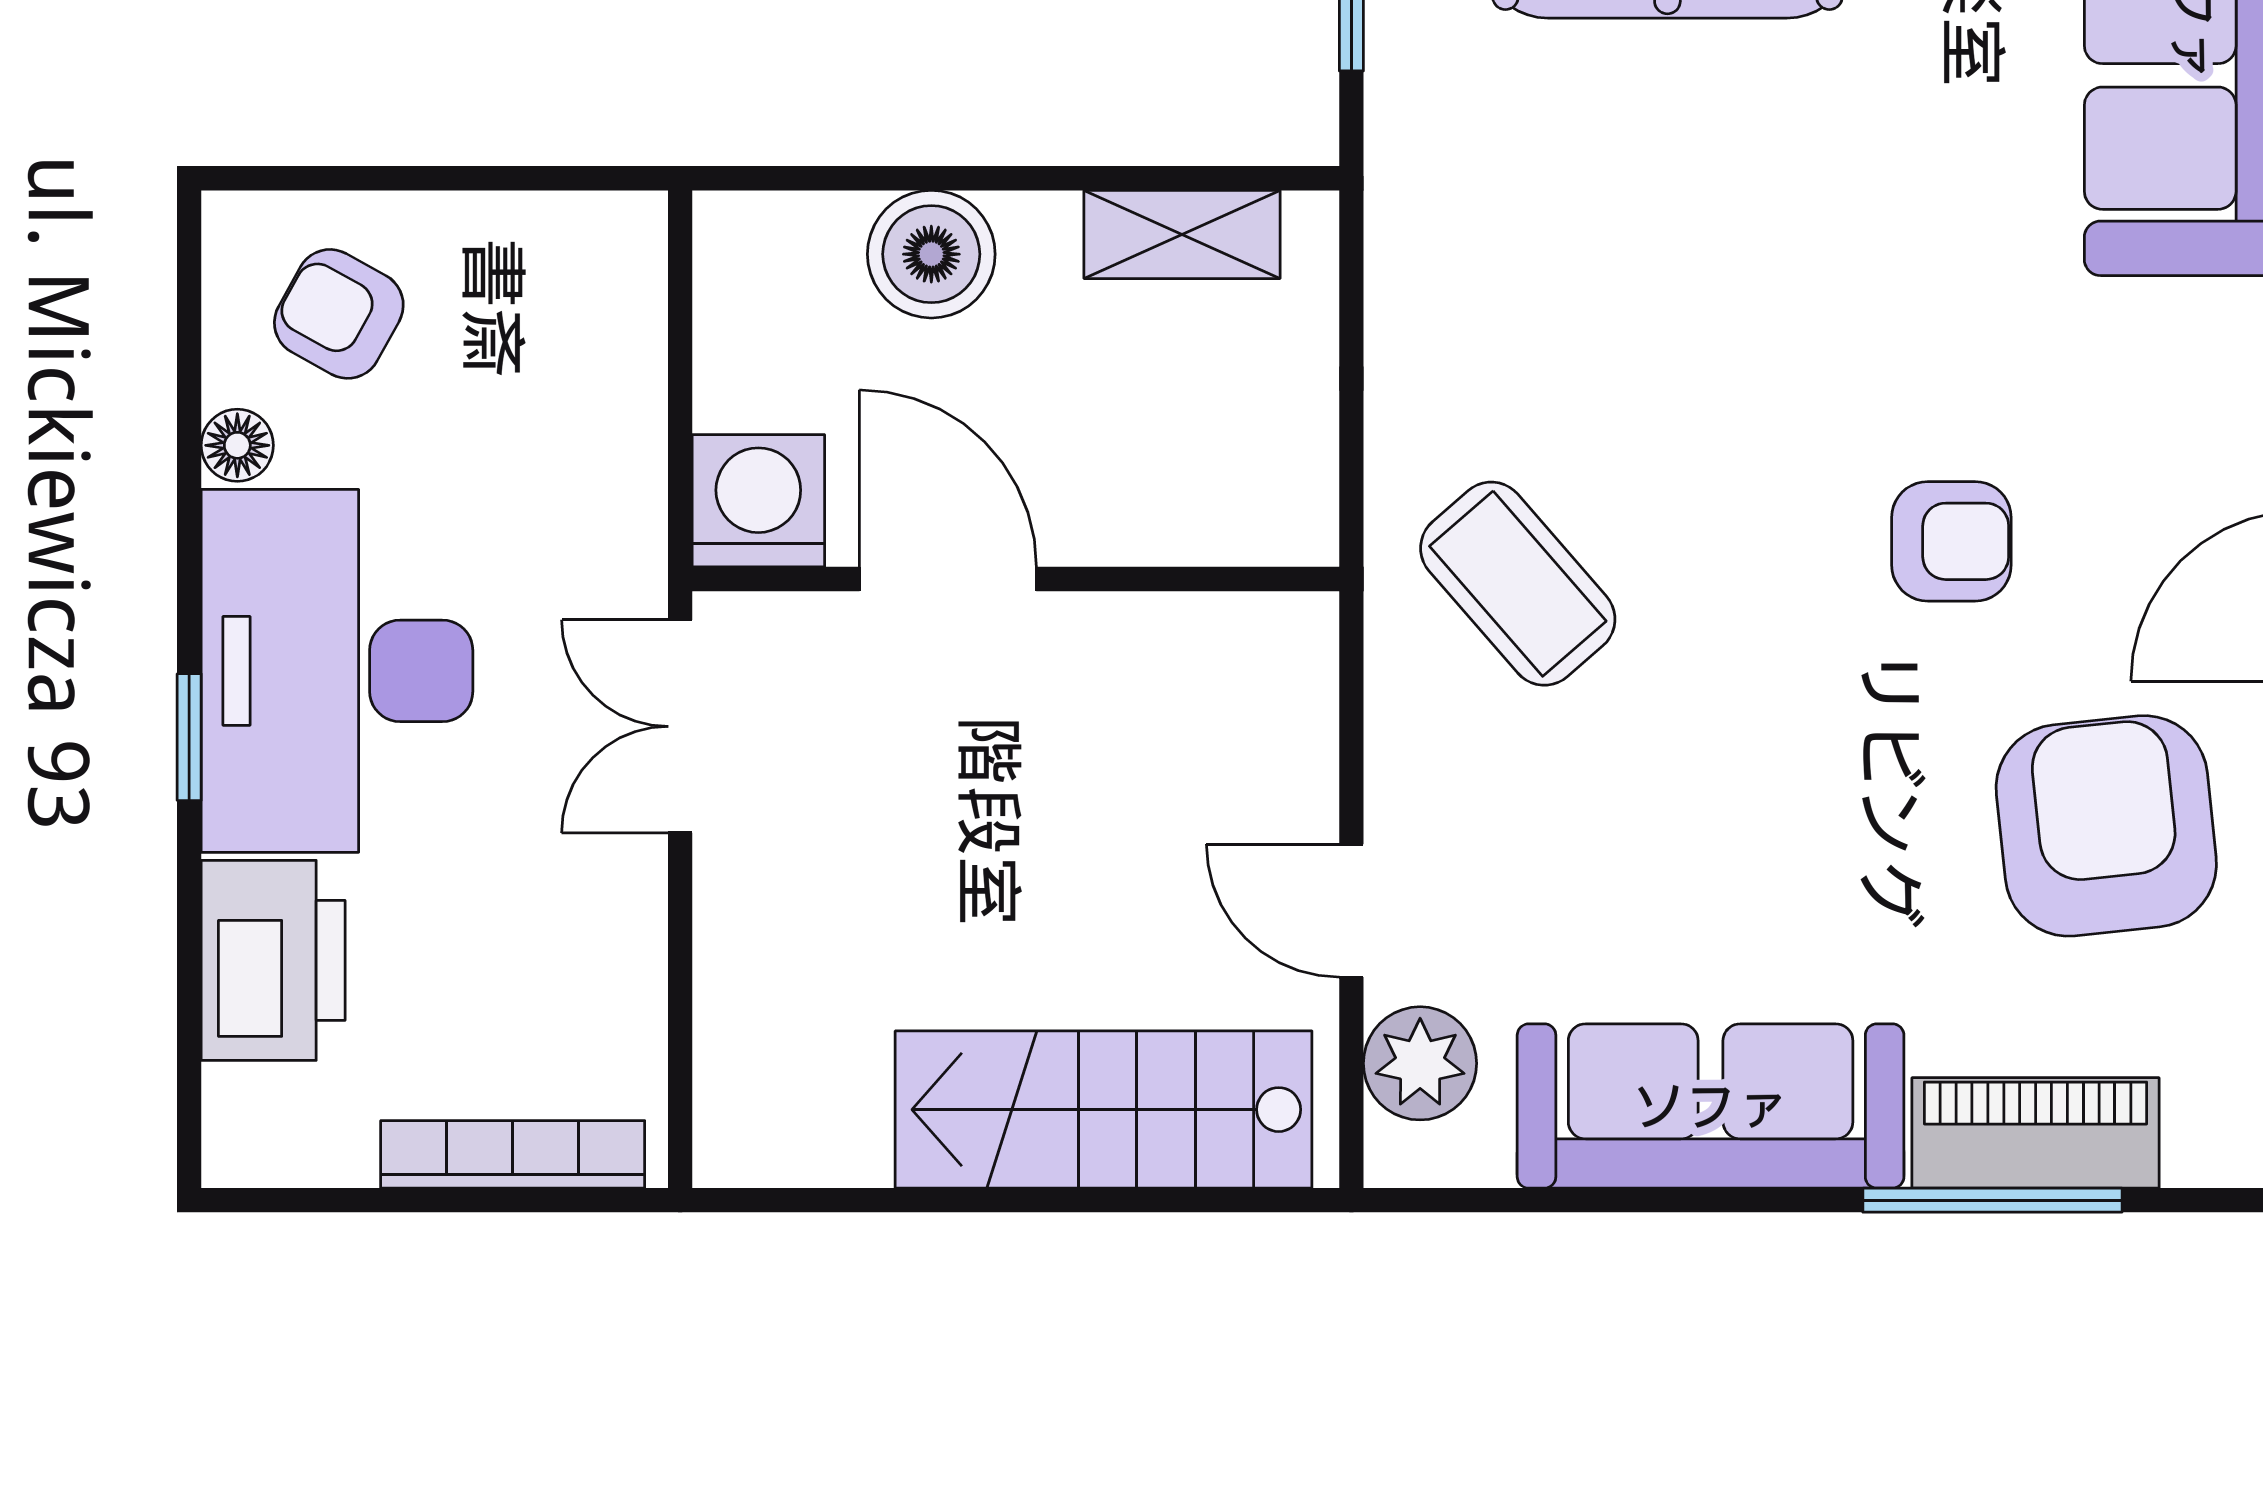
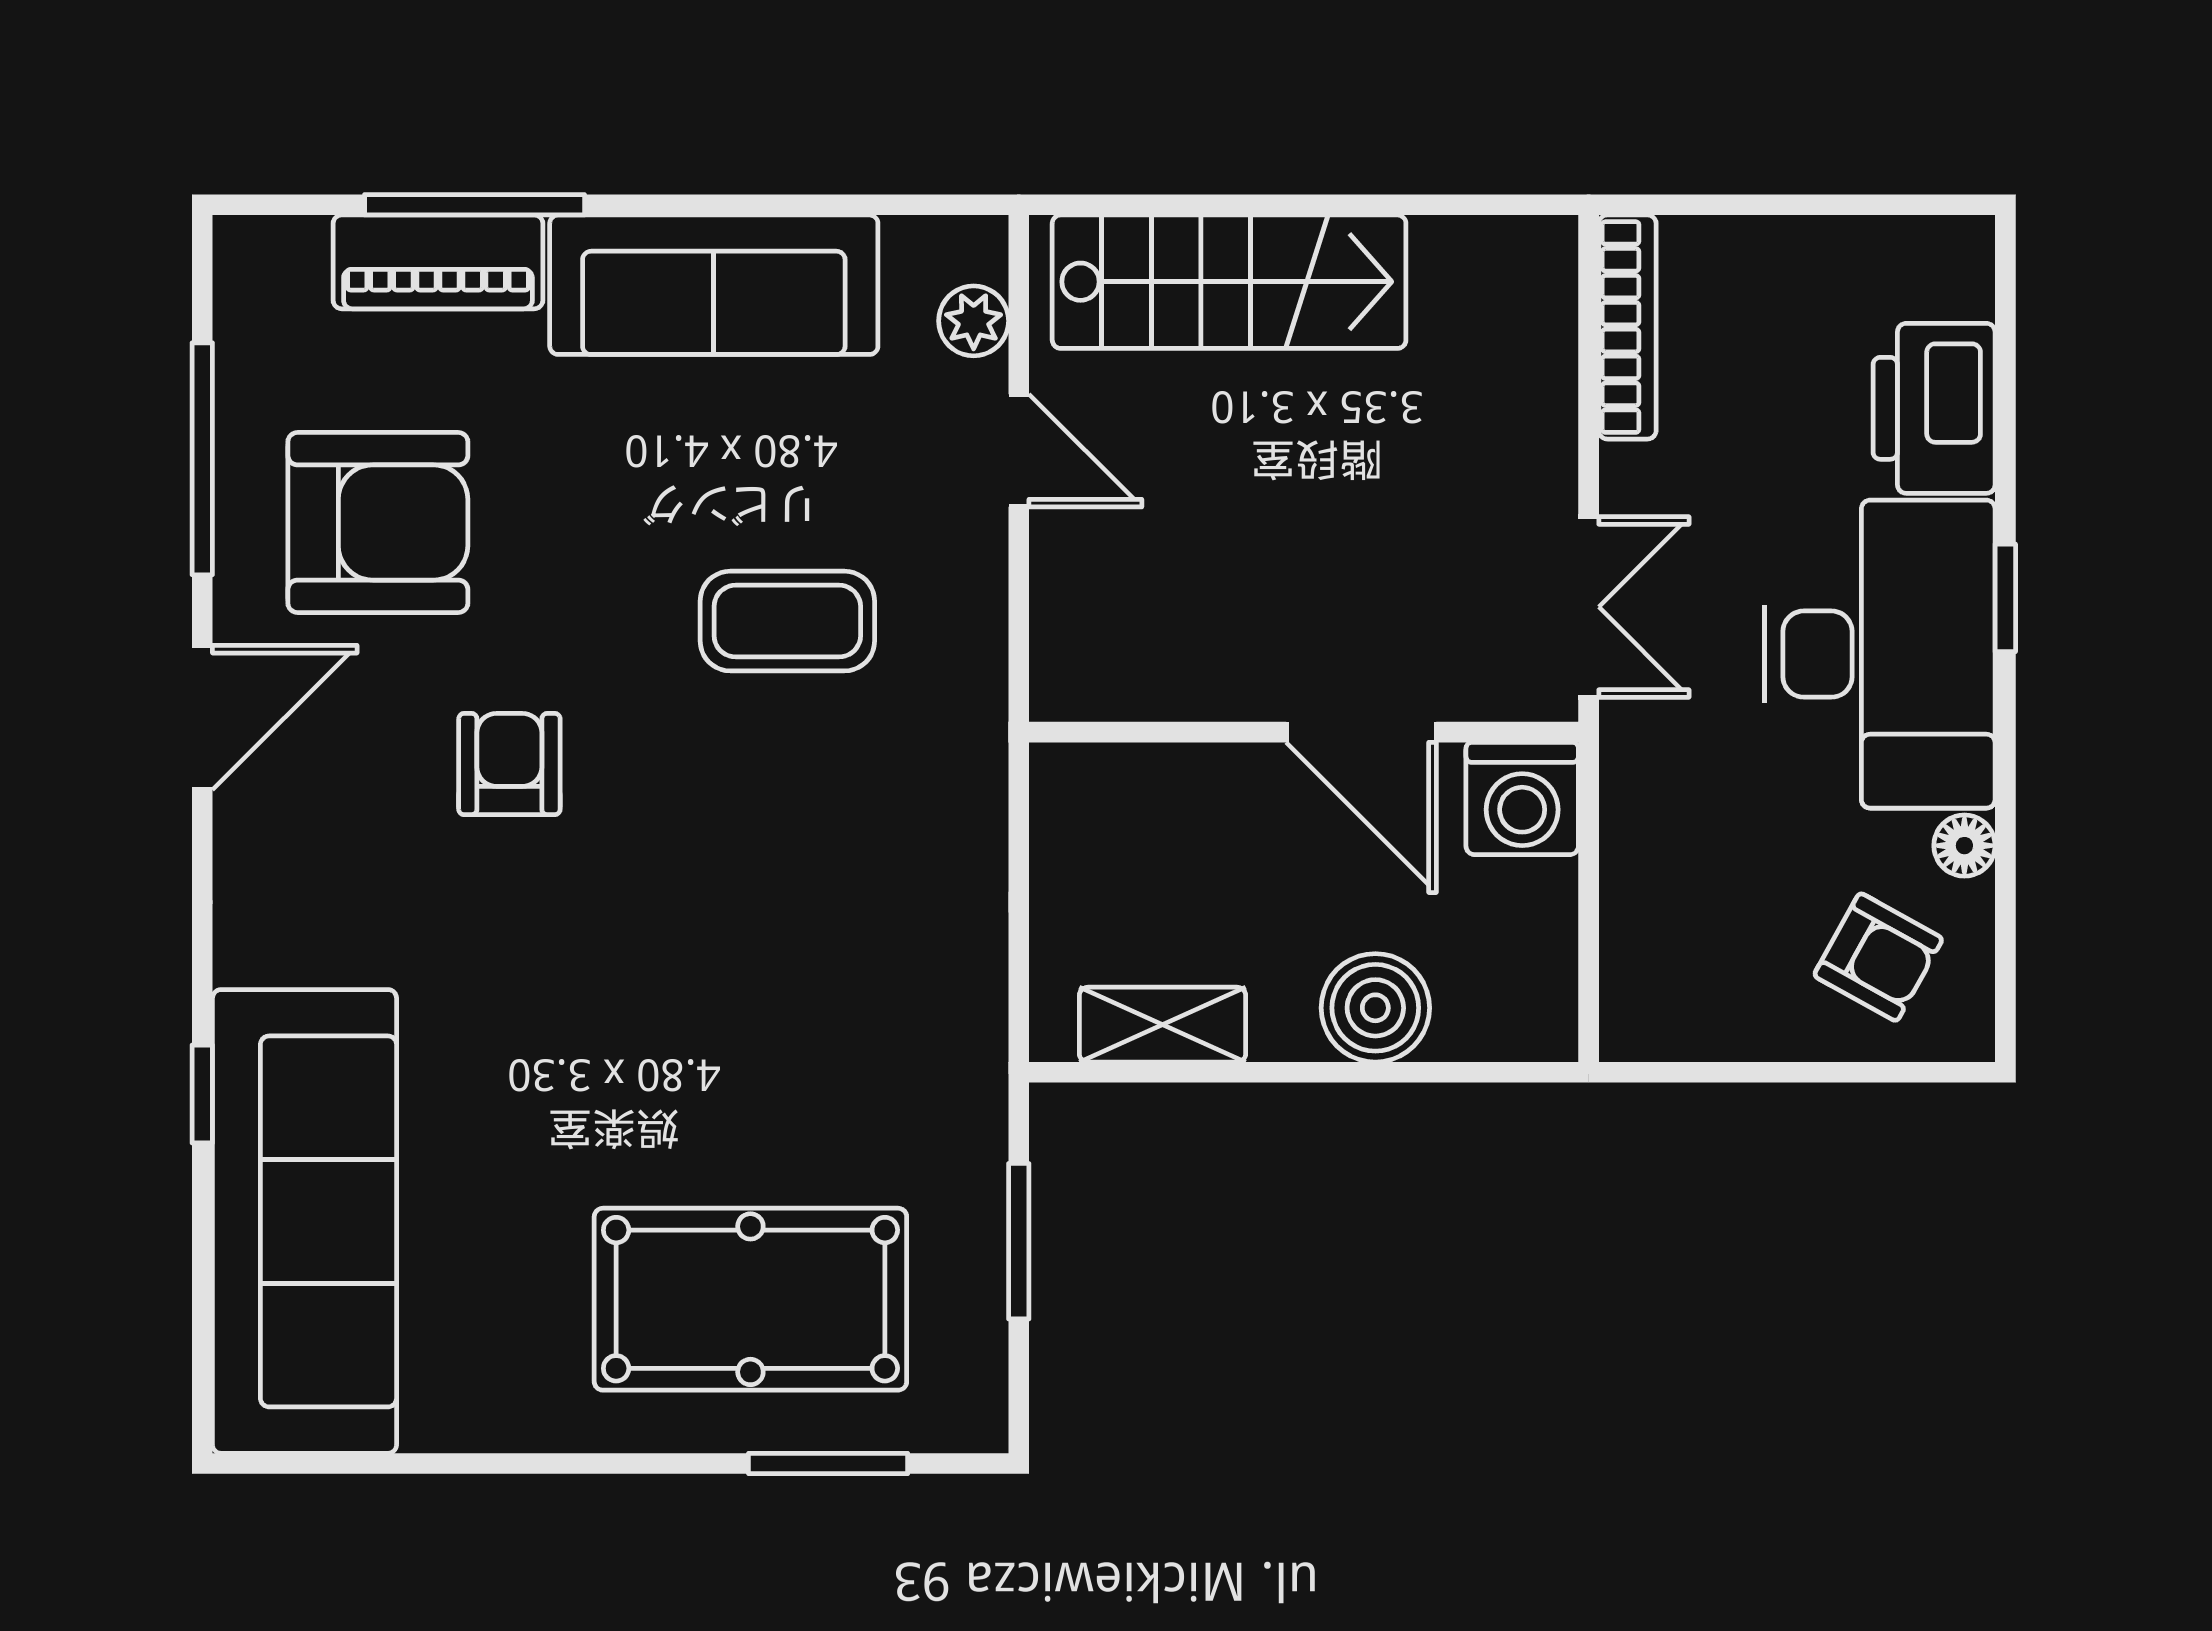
armchair: (1951, 541) -> (509, 764), turned 90
coffee table: (1518, 584) -> (787, 621), moved, turned -49
armchair: (2106, 826) -> (378, 522), turned -84
plant: (1420, 1063) -> (974, 321), width x0.73, depth x0.73
bookcase: (513, 1154) -> (1627, 327), moved, turned -90

